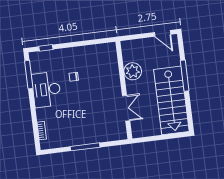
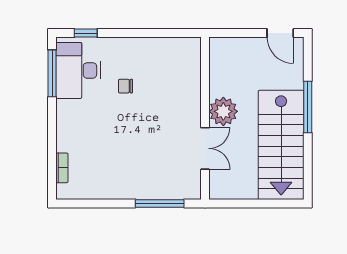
plant: (133, 71) -> (223, 111), moved
desk: (46, 89) -> (78, 70), moved
window: (85, 147) -> (160, 203), moved

